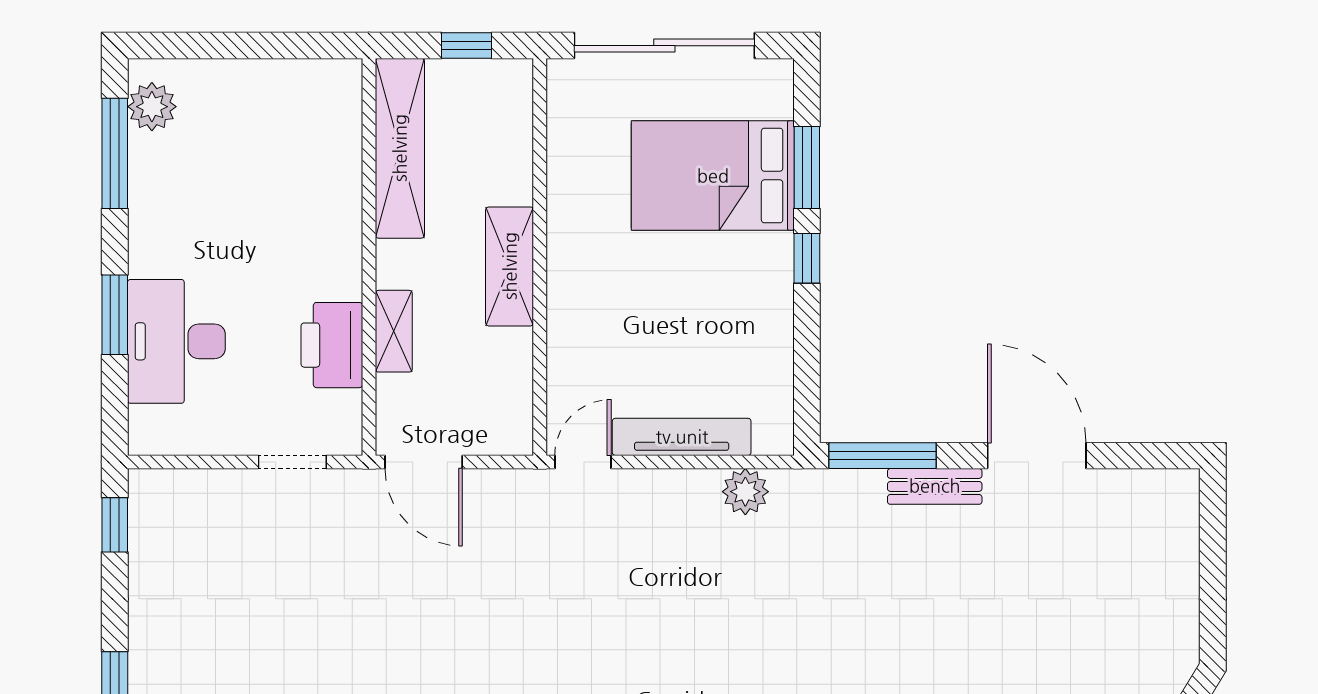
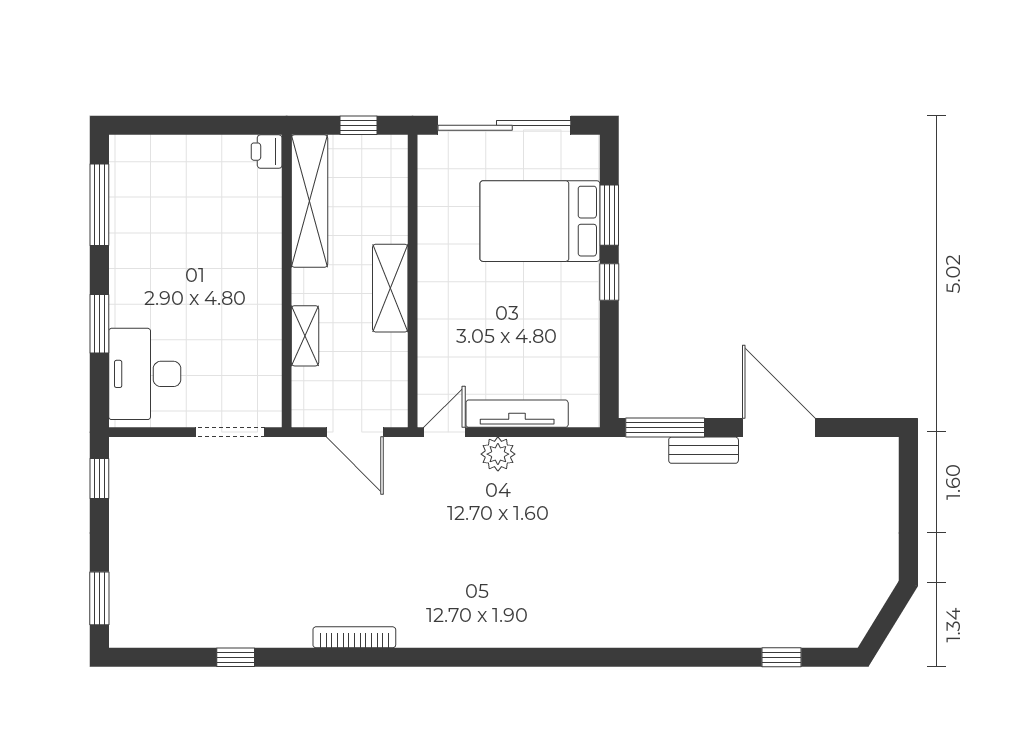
plant: (152, 107) -> (127, 170), removed
desk: (176, 341) -> (145, 374), moved
printer: (332, 345) -> (267, 152), moved, width x0.53, depth x0.68
doorway: (292, 462) -> (230, 432), width x1.38
door: (424, 462) -> (355, 432), moved
plant: (745, 492) -> (498, 454), moved

